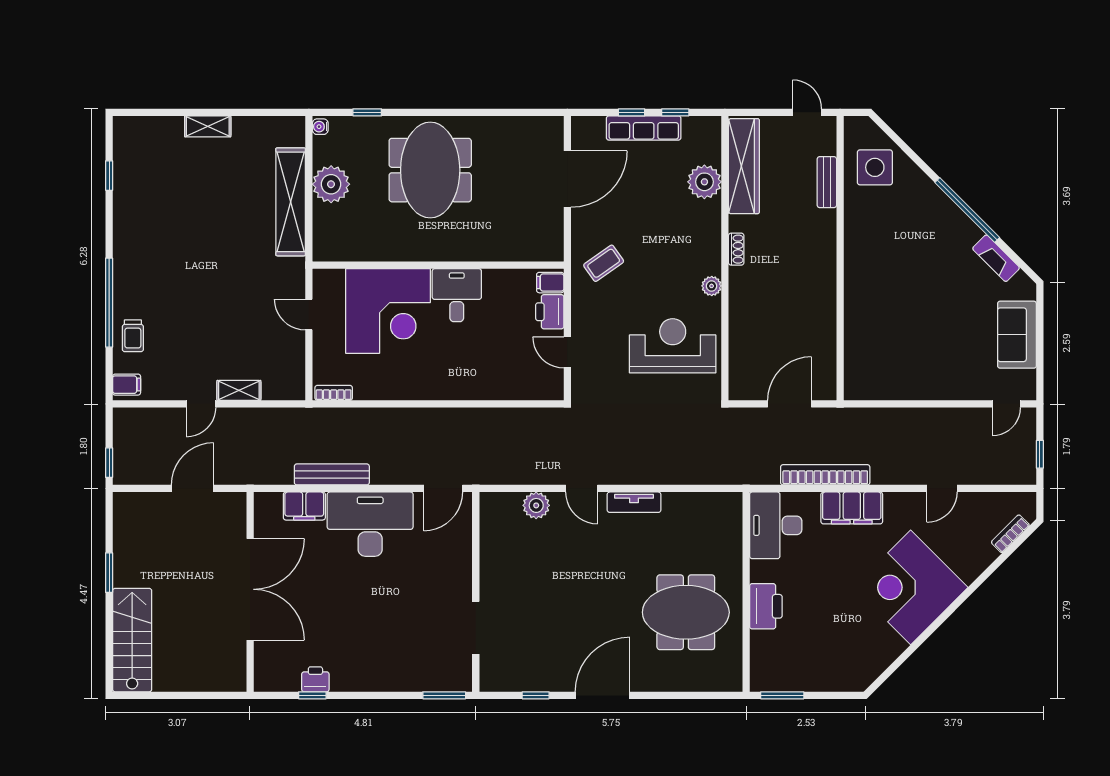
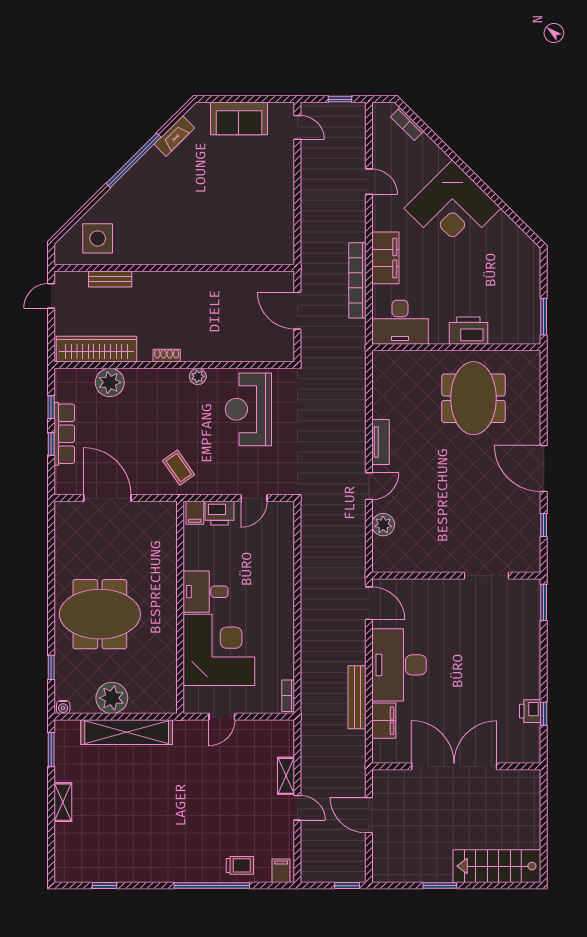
window: (270, 112) -> (51, 750), added

